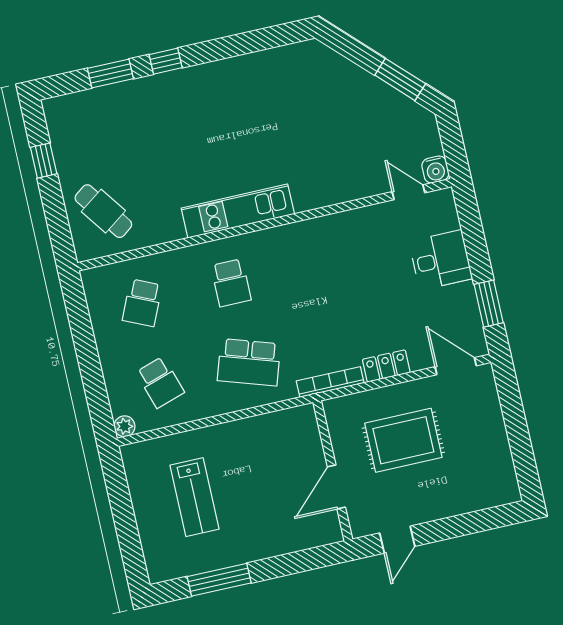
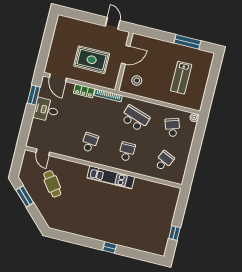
window: (110, 74) -> (133, 253), removed
water cooler: (435, 170) -> (28, 156), removed
cafe table: (103, 211) -> (52, 184), moved
desk: (441, 260) -> (46, 110), moved
school desk: (320, 263) -> (90, 142), added
stool: (286, 444) -> (137, 80), added
lab bench: (194, 497) -> (181, 78), turned 180
door: (397, 540) -> (113, 23), hinge flipped

